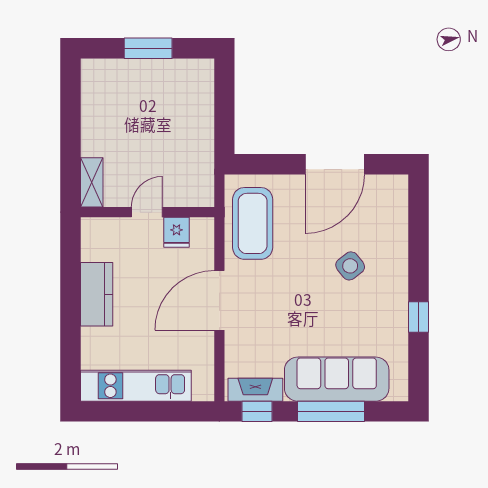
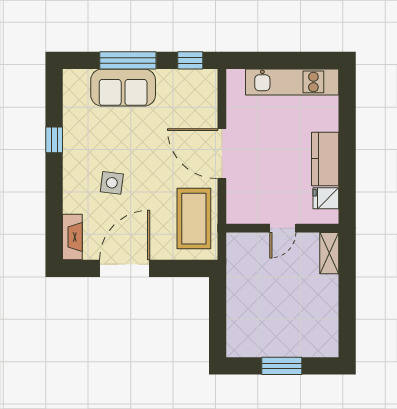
fridge: (177, 232) -> (326, 198), moved, turned -90
side table: (350, 266) -> (112, 183), turned 45
door: (219, 300) -> (222, 154), swing flipped
sofa: (337, 379) -> (123, 88), width x0.73
fireplace: (255, 390) -> (72, 237), moved, turned -90

